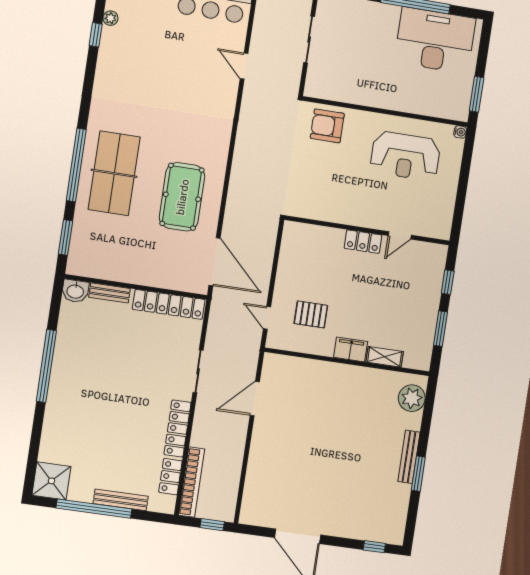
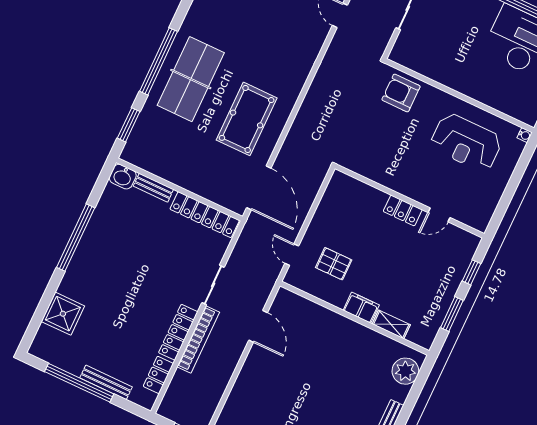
door: (255, 399) -> (258, 326), swing flipped
shower: (51, 481) -> (63, 314), moved
bookcase: (192, 482) -> (198, 340), moved

